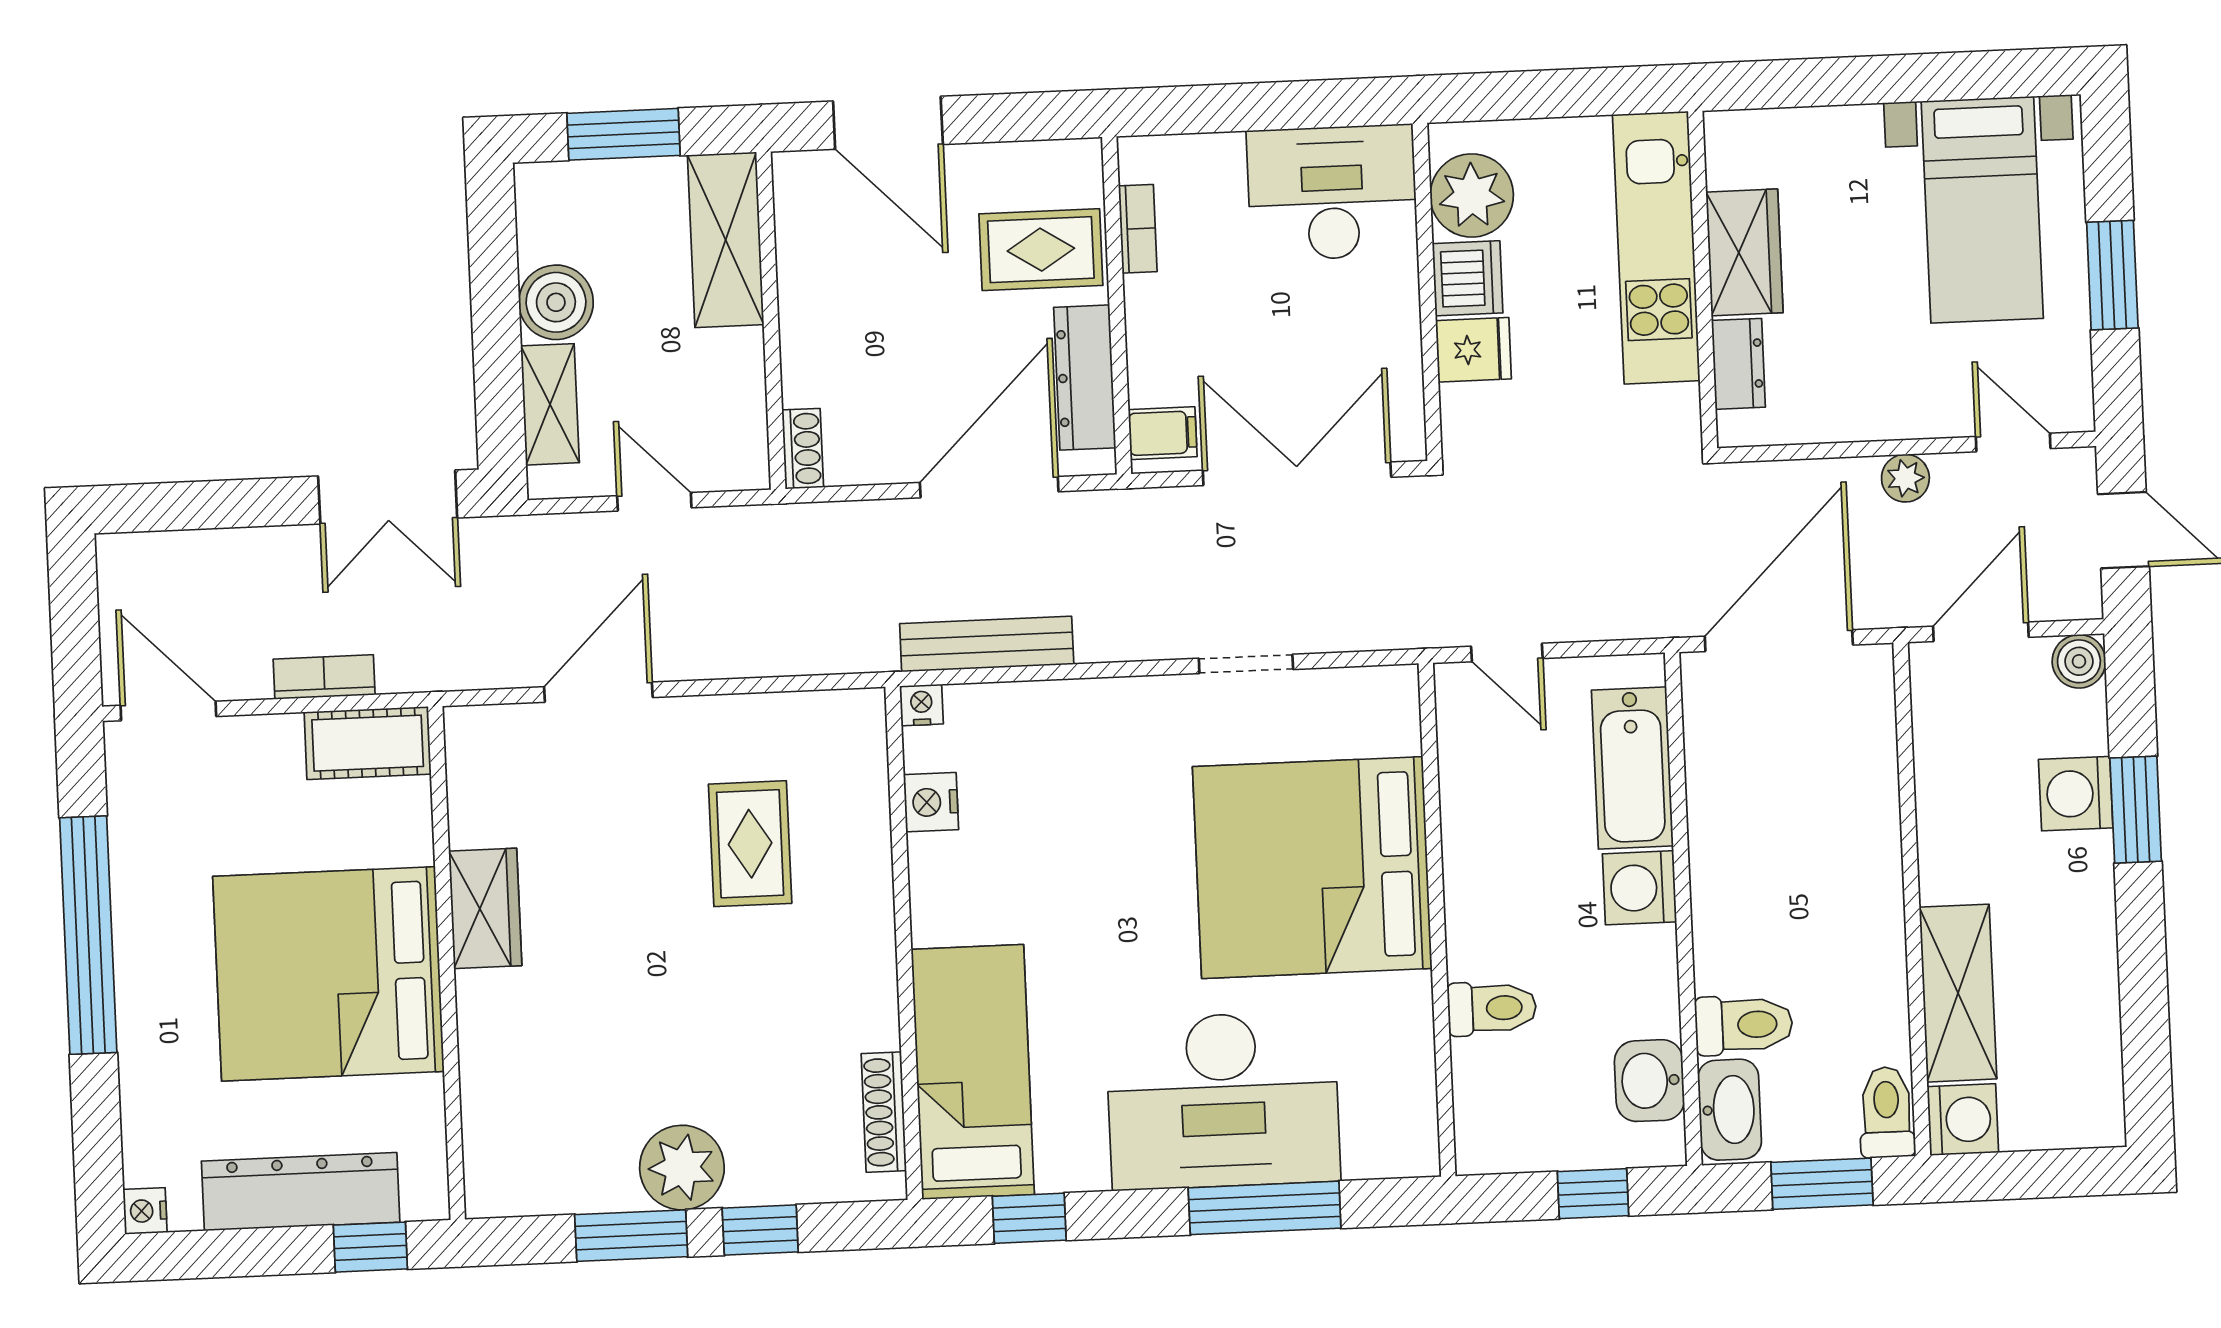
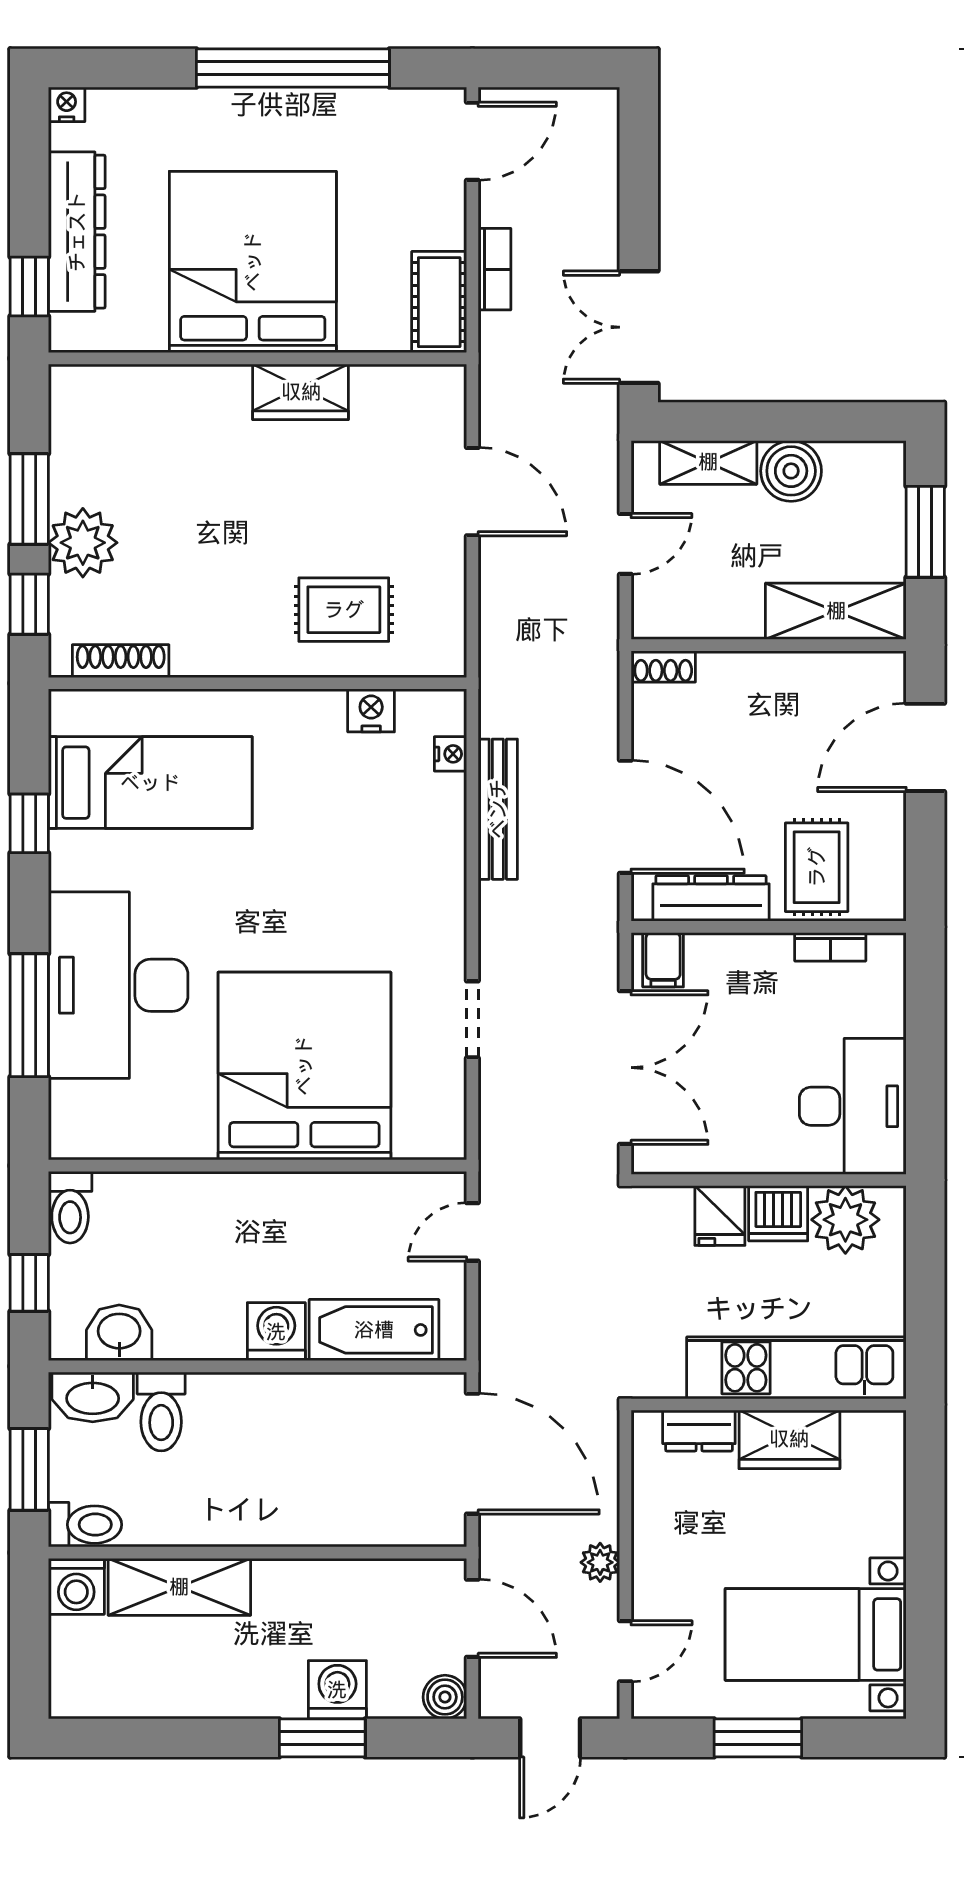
nightstand: (931, 802) -> (371, 710), moved
wall: (904, 943) -> (257, 683), moved
toilet: (1492, 1008) -> (70, 1207), moved
shoe rack: (884, 1112) -> (121, 661), moved

